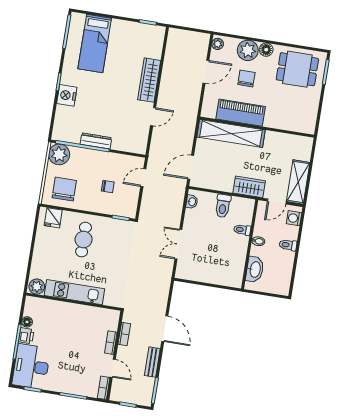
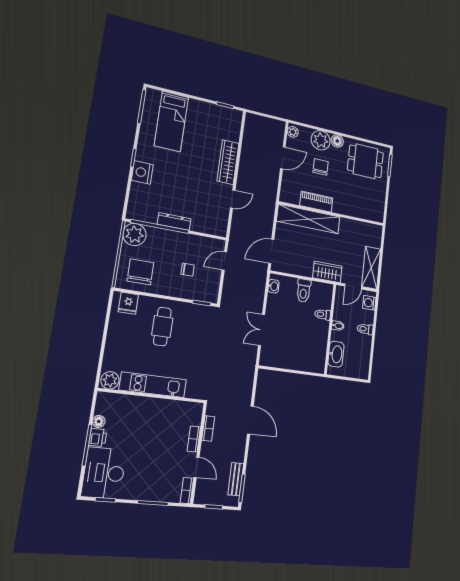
piano: (241, 113) -> (316, 202), width x0.73, depth x0.75
bench: (152, 362) -> (236, 479), moved

